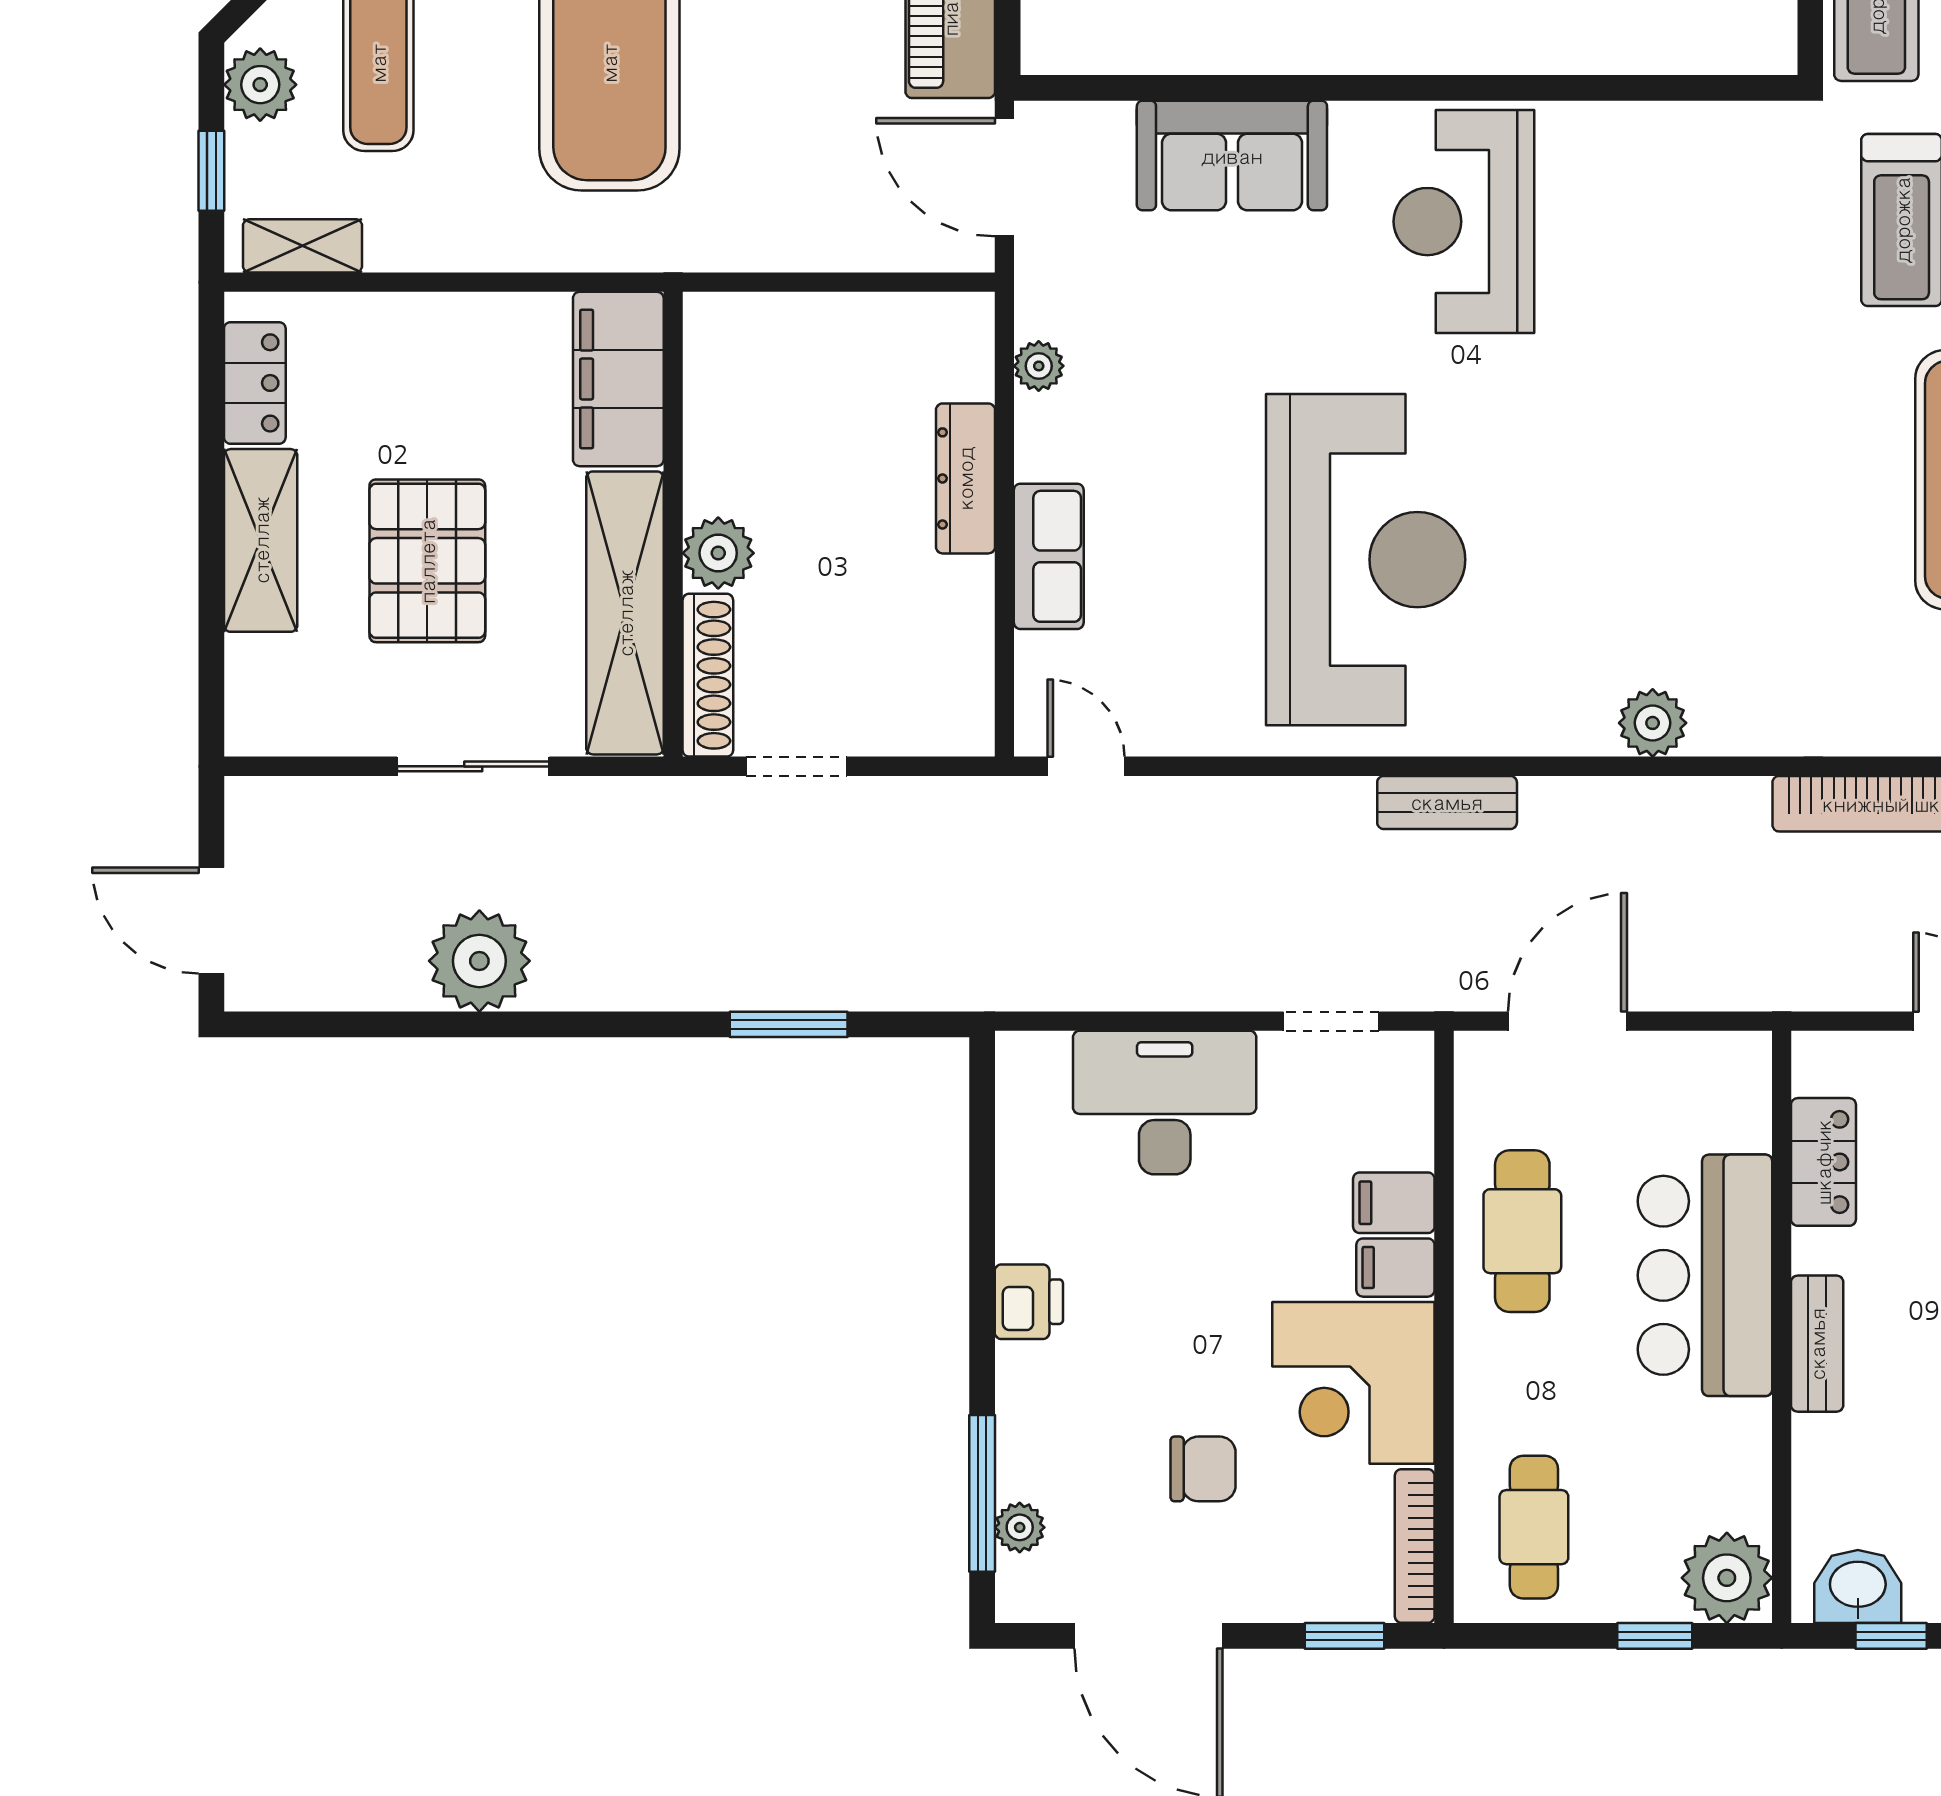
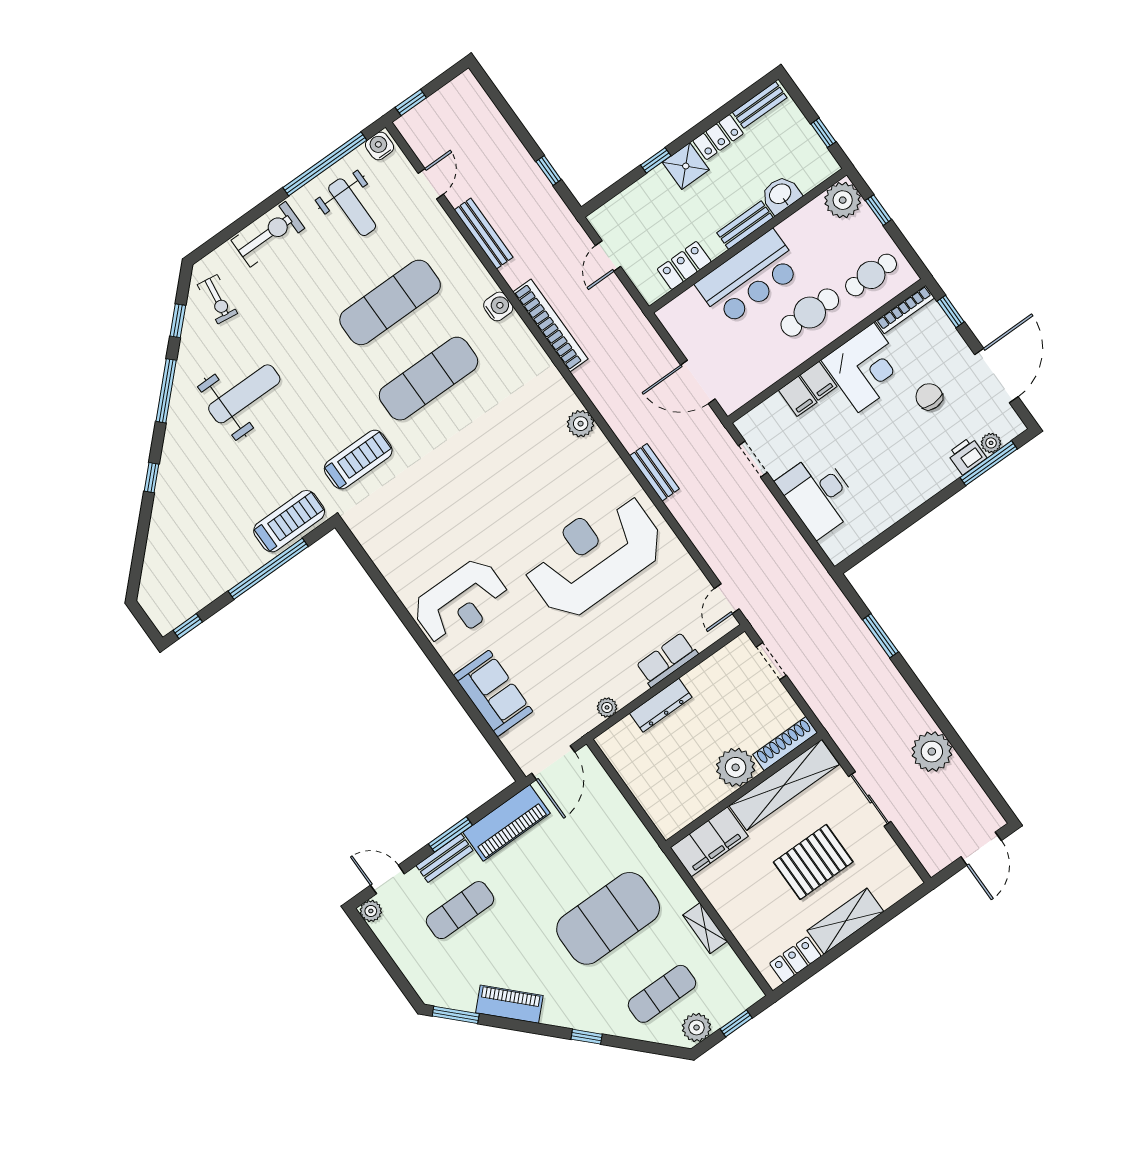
shelving: (303, 246) -> (705, 928), moved
plant: (718, 553) -> (736, 767), width x1.36, depth x1.36
doorway: (796, 766) -> (771, 661), moved
cafe table: (1522, 1231) -> (810, 313), moved
printer: (1029, 1302) -> (967, 456), moved
washbasin: (1858, 1586) -> (781, 194), moved, turned 90

